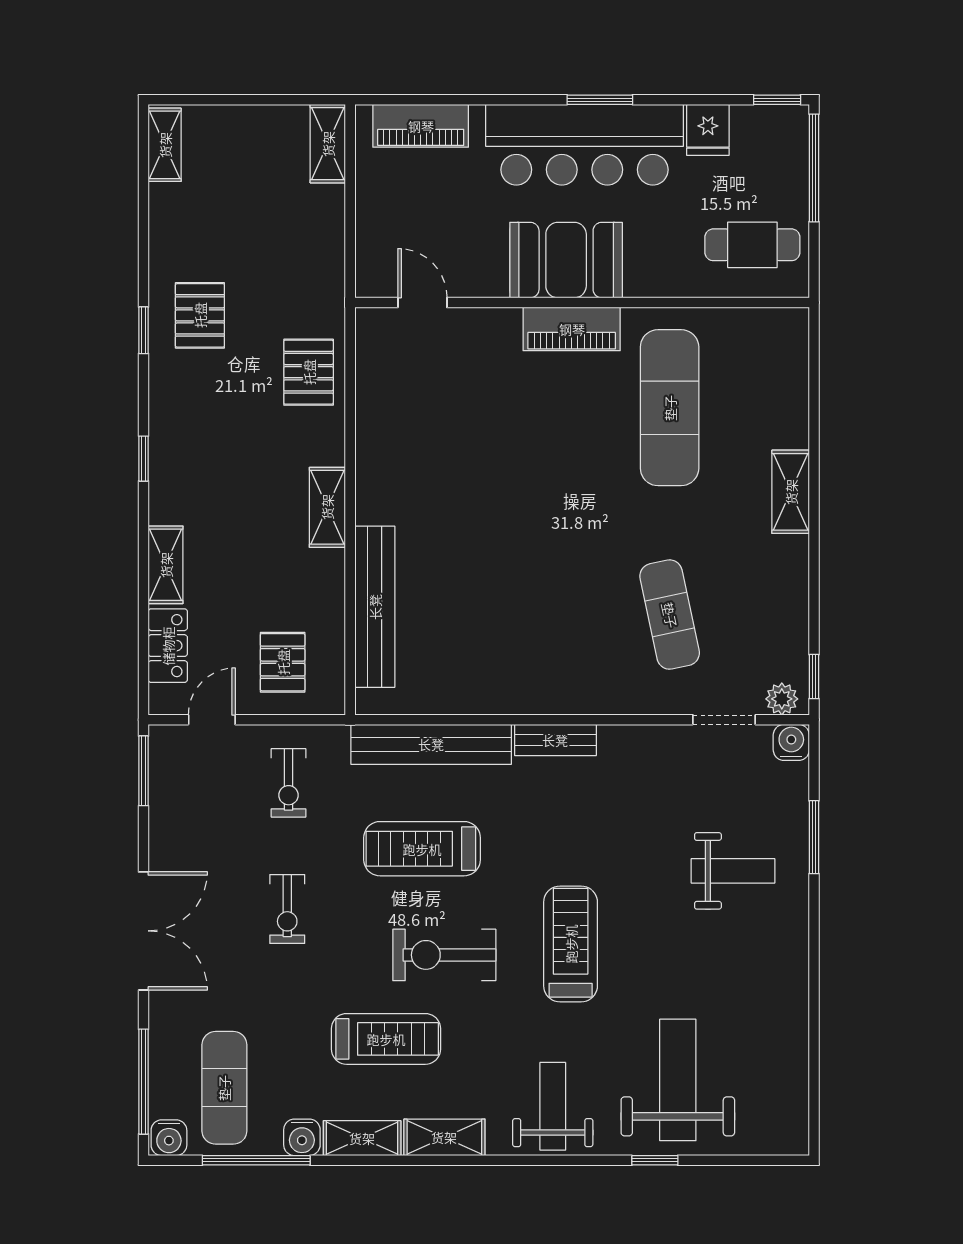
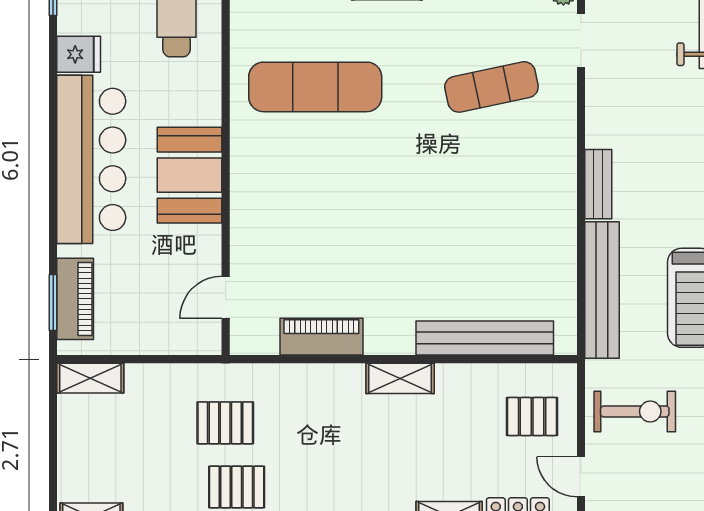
window: (600, 100) -> (53, 302), moved
piano: (572, 329) -> (321, 337), moved, turned -90
pallet: (309, 372) -> (225, 423), moved
exercise bike: (289, 783) -> (635, 411), width x1.38, depth x1.39

